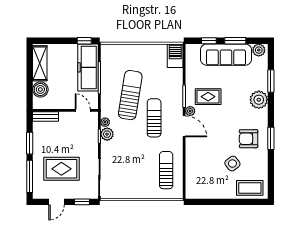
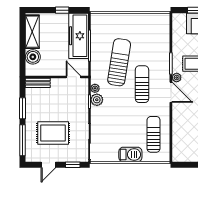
window: (84, 41) -> (62, 10), moved
barbecue: (175, 56) -> (130, 154), moved, turned 90

